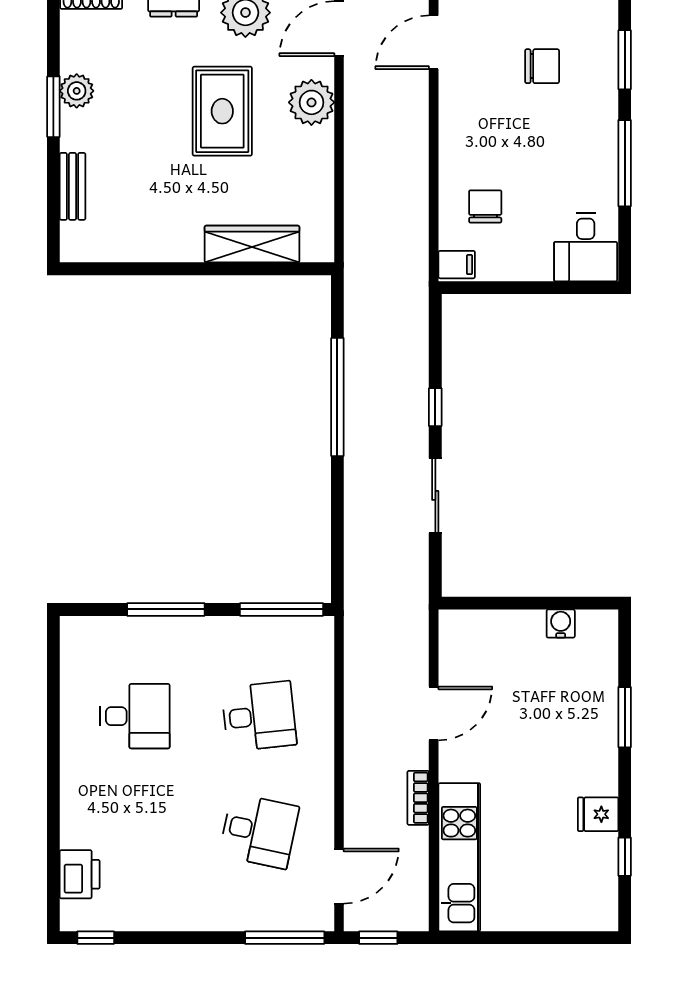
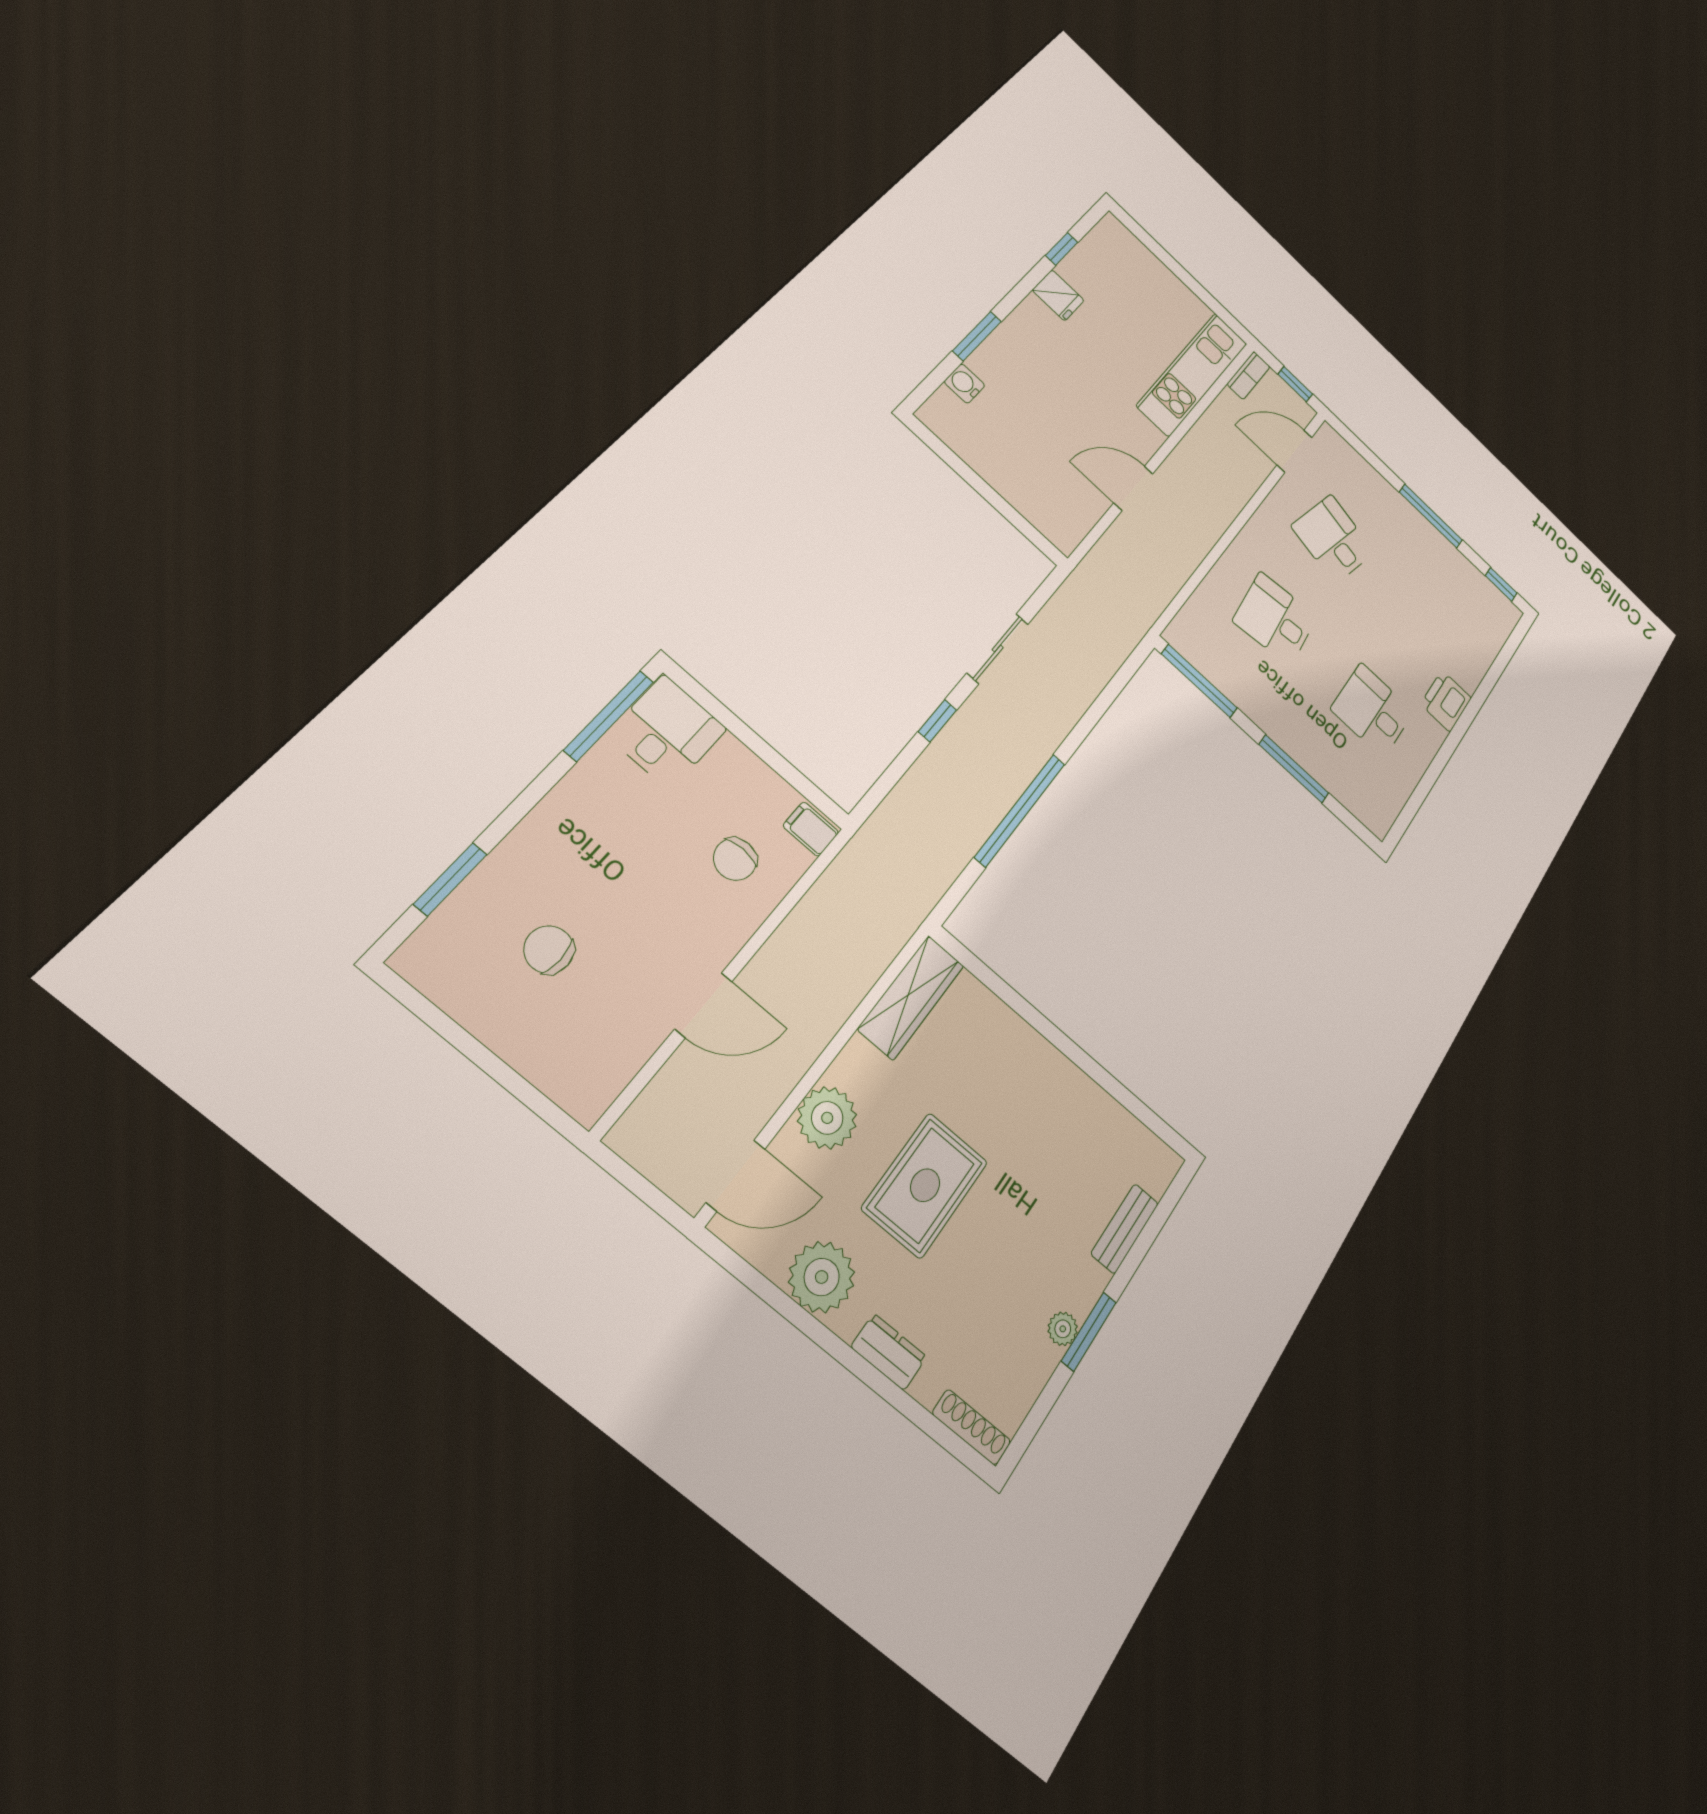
door: (434, 42) -> (704, 1005), moved
plant: (77, 91) -> (1063, 1329), width x0.73, depth x0.73
window: (625, 163) -> (609, 716), moved
wardrobe: (252, 244) -> (911, 997), moved, turned -90
water cooler: (561, 624) -> (964, 384), moved, turned 90
bookcase: (418, 798) -> (1249, 375), moved
printer: (80, 874) -> (1446, 701), moved
window: (285, 938) -> (1431, 516), moved

